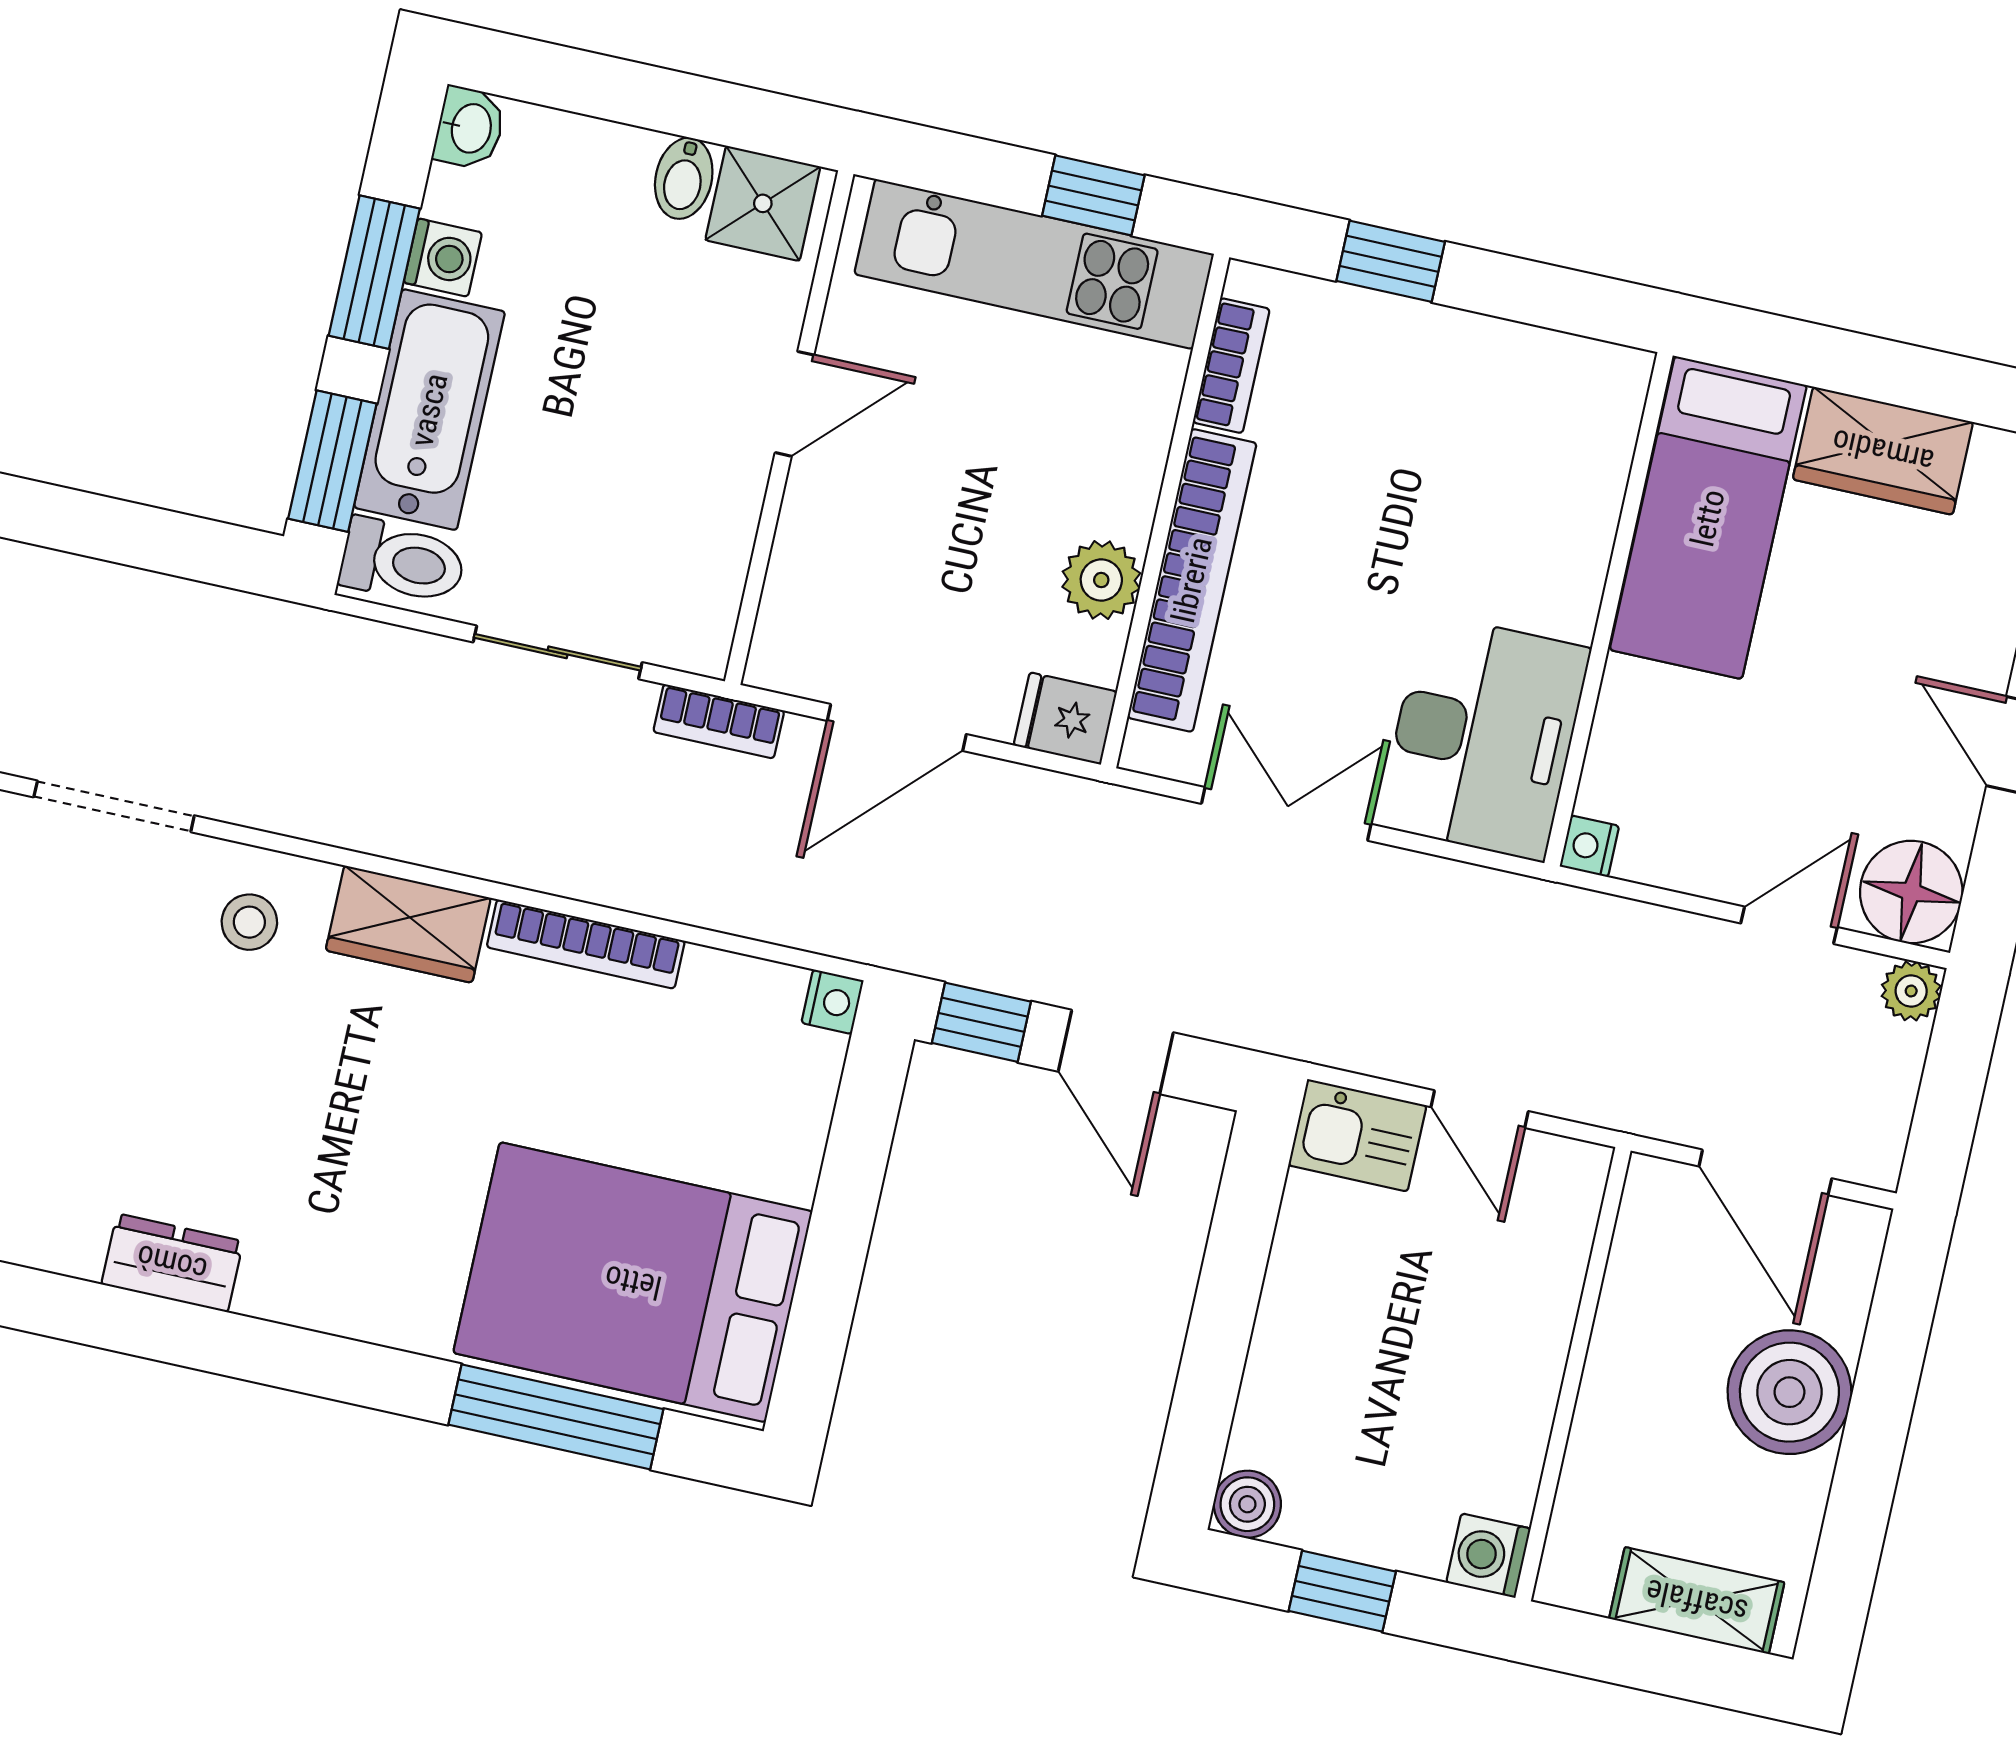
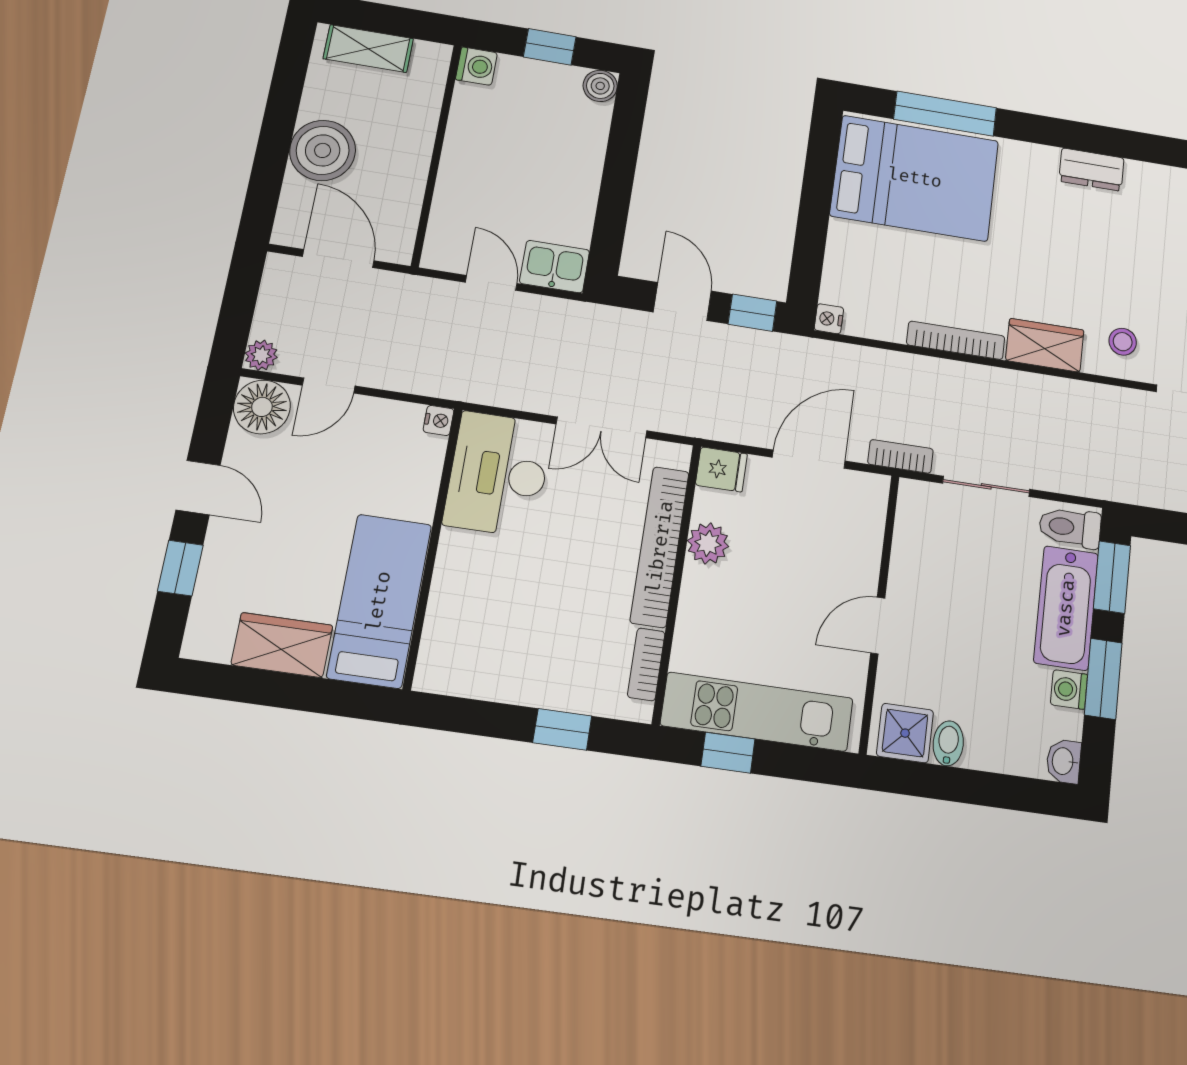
dresser: (172, 1263) -> (1091, 170), moved

